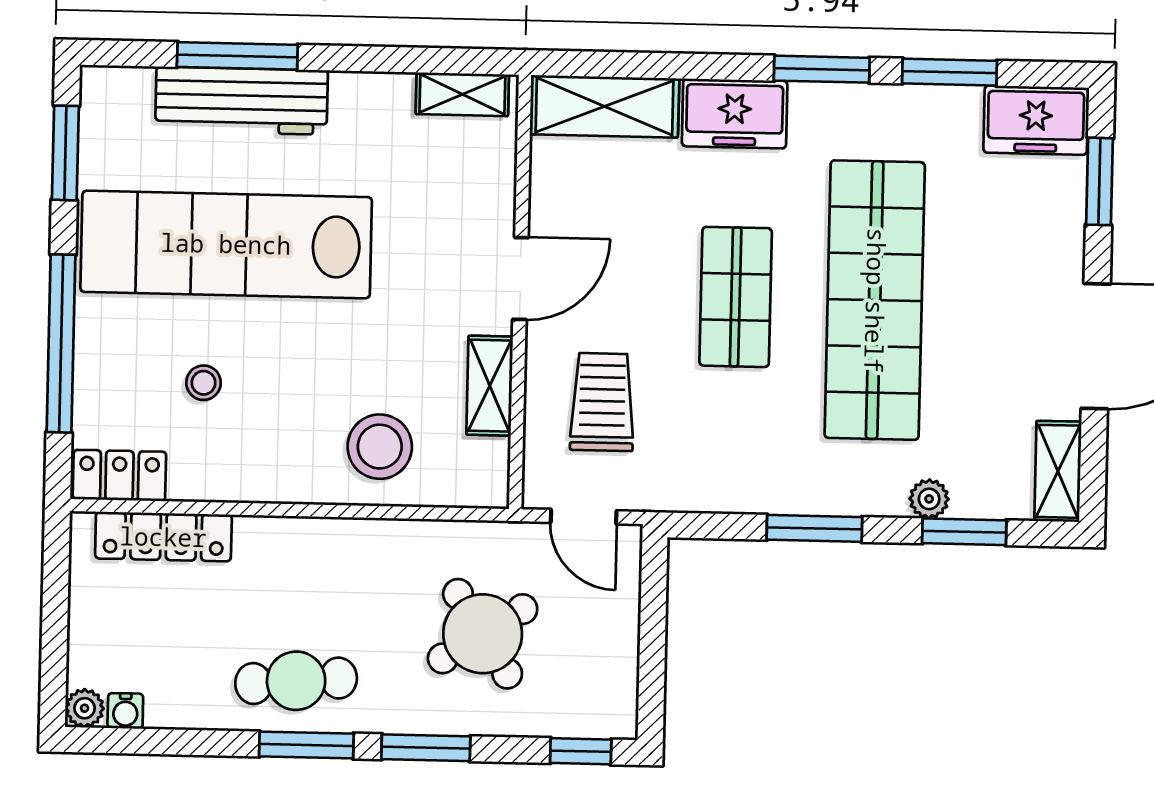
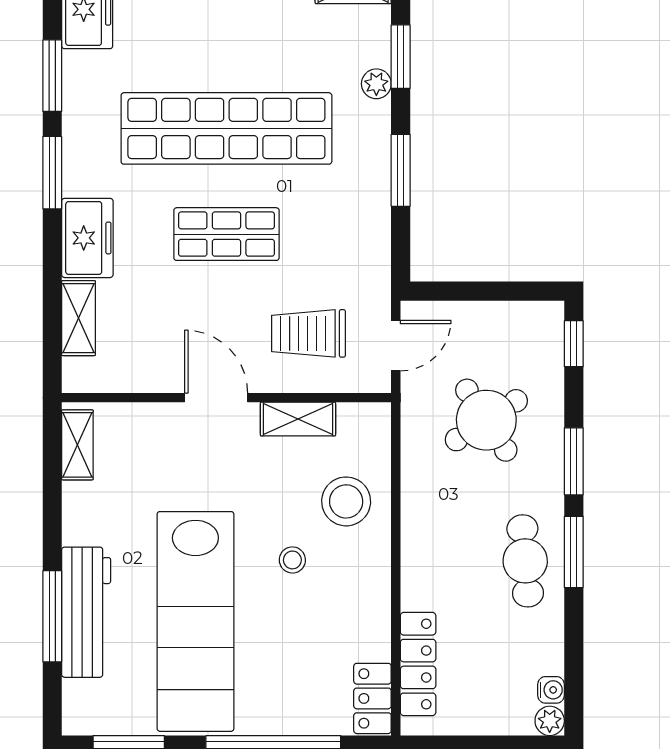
shelving: (604, 106) -> (79, 318), width x0.67, depth x0.75
stool: (204, 383) -> (292, 560), moved

